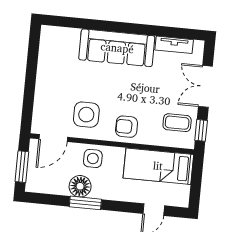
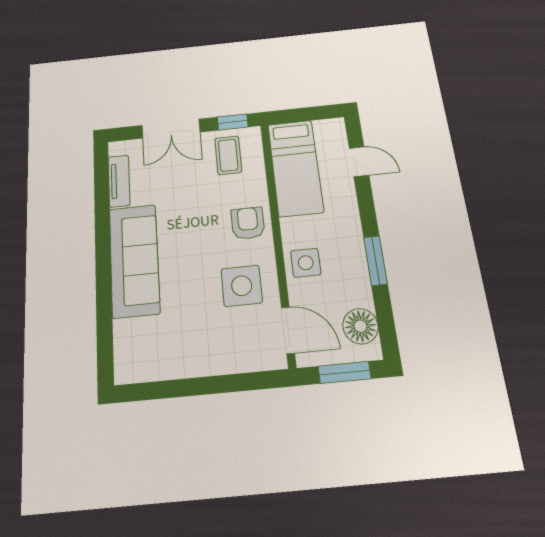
armchair: (127, 127) -> (248, 223), turned 180
floor lamp: (80, 186) -> (360, 326), moved

